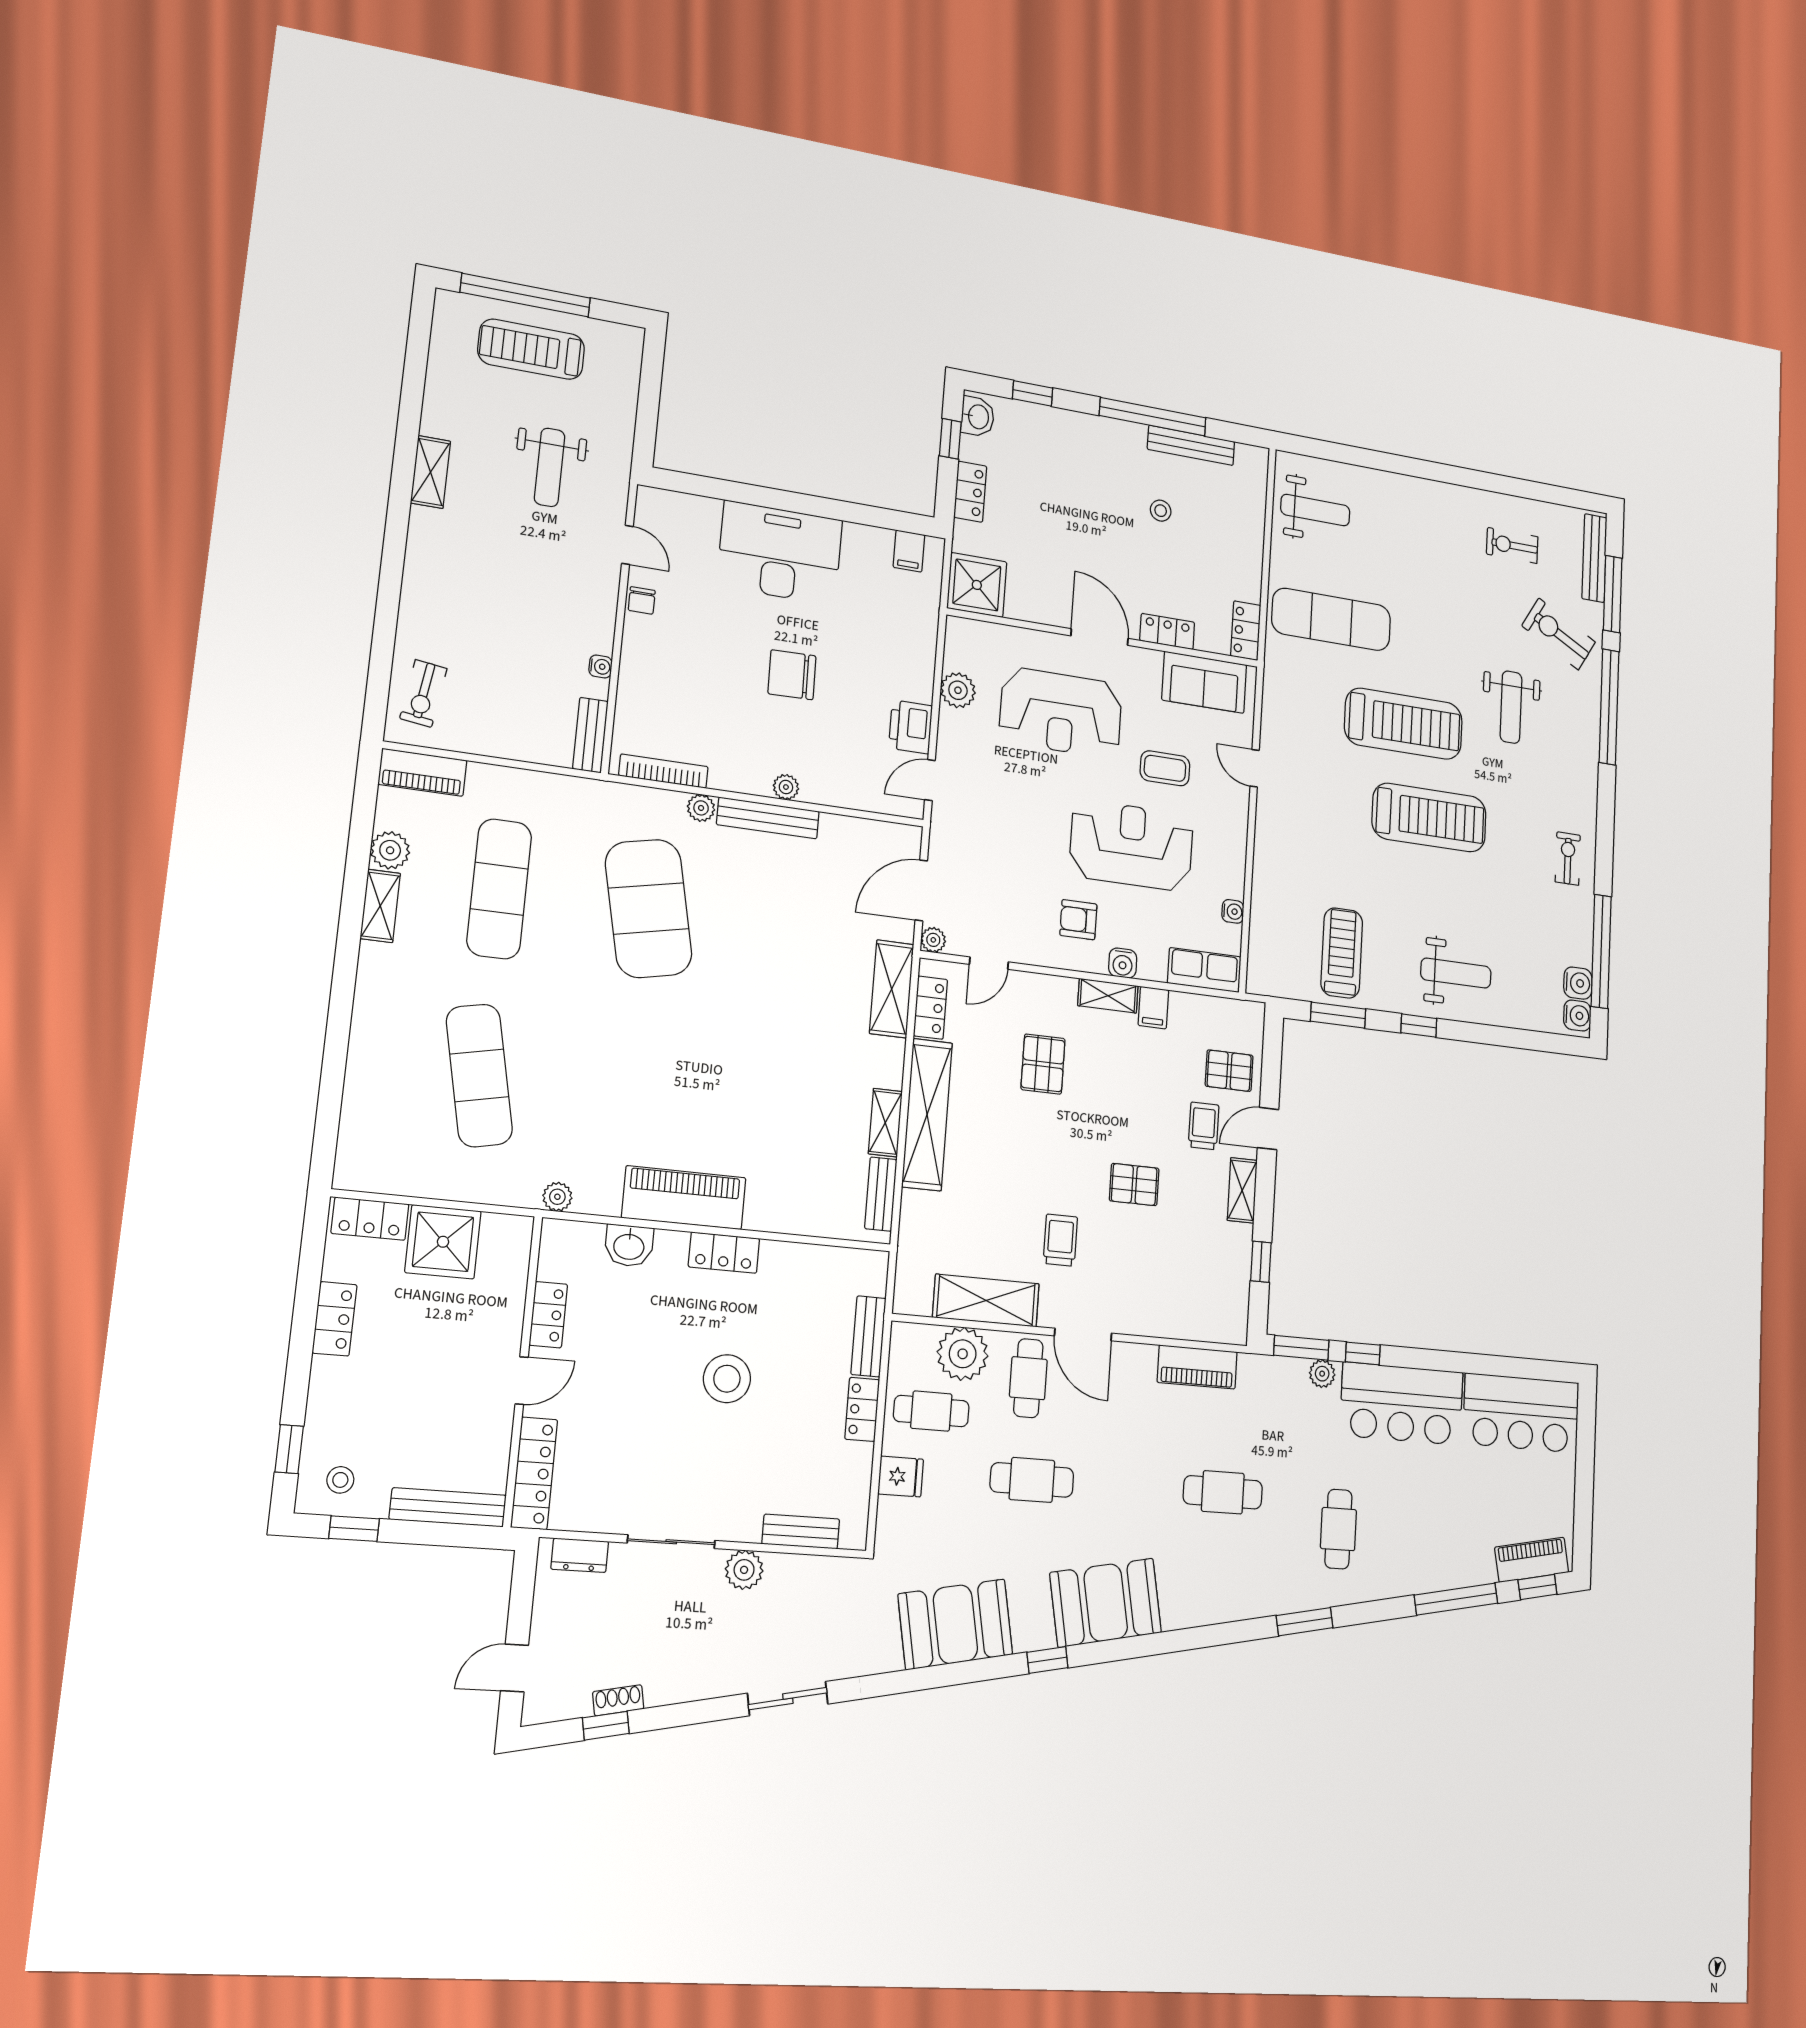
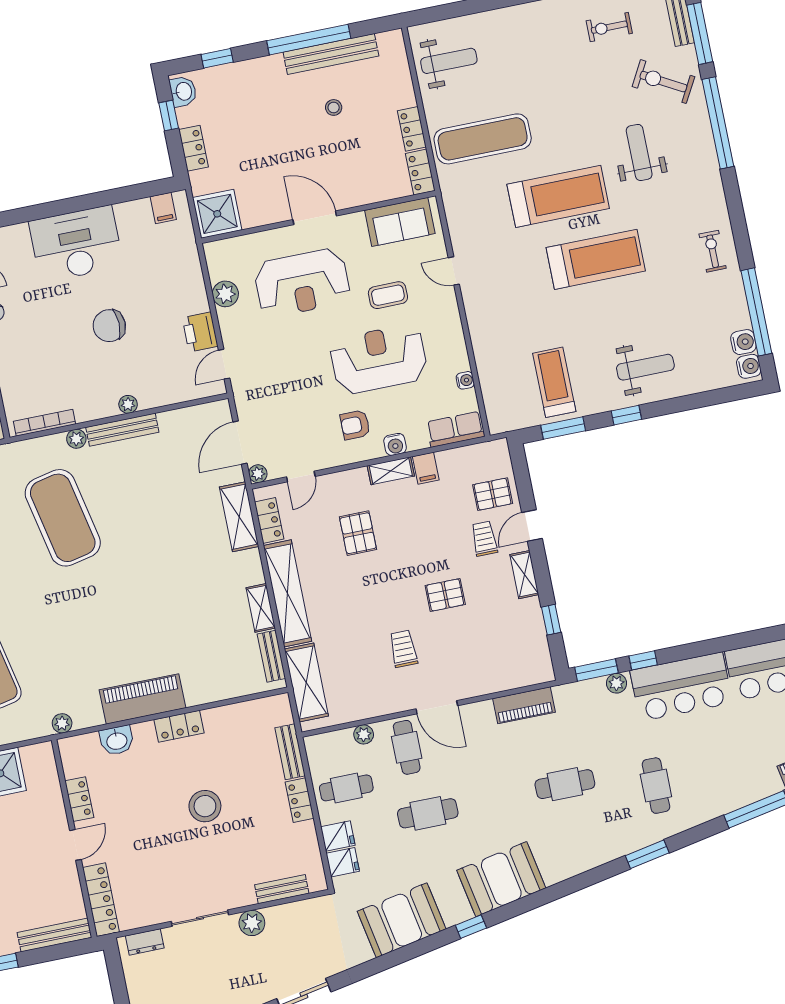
bench: (1191, 445) -> (331, 54), width x1.37, depth x1.21
locker: (1167, 631) -> (412, 129), moved, turned -90
weight bench: (1511, 707) -> (639, 152), turned 180
shelving: (986, 1300) -> (306, 683), moved, turned 90
plant: (963, 1354) -> (364, 734), width x0.53, depth x0.53
fridge: (897, 1517) -> (343, 862), added

